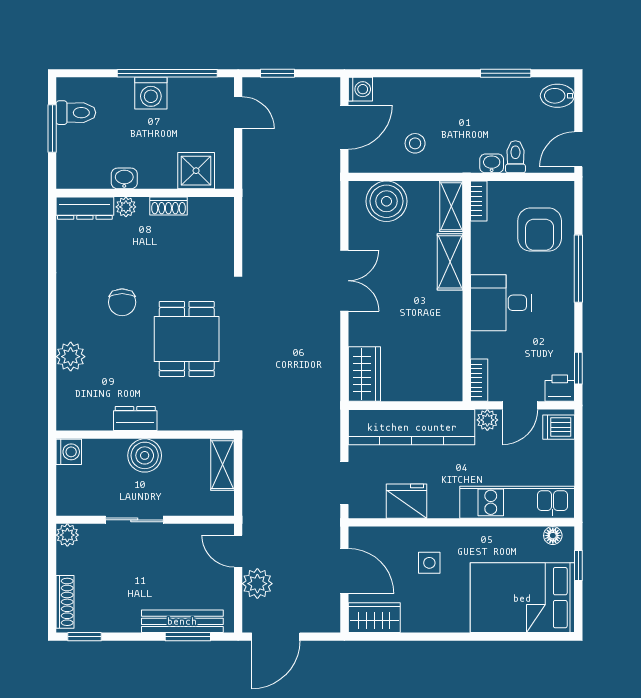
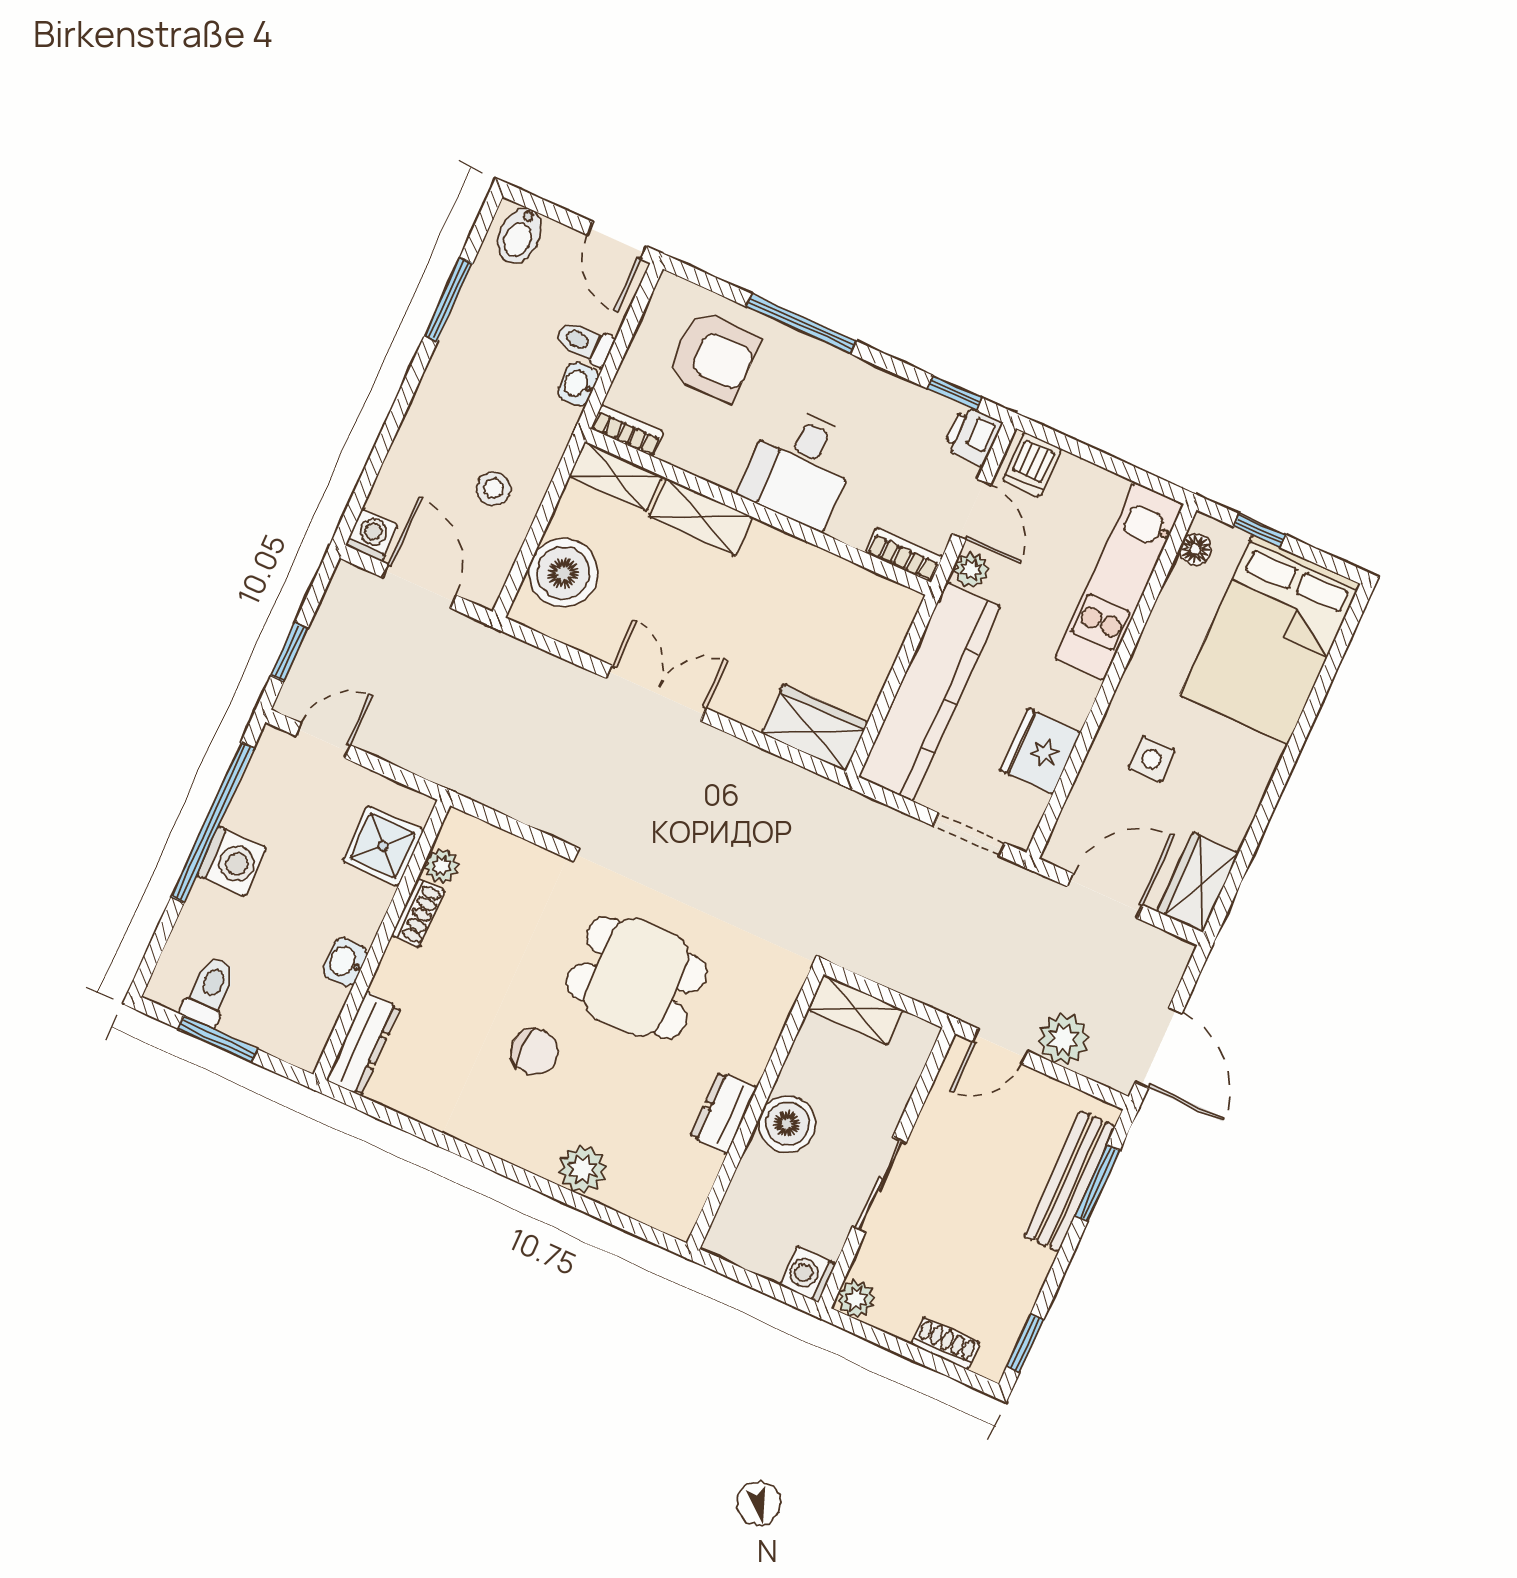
plant: (126, 207) -> (441, 866), moved
washing machine: (69, 452) -> (808, 1274), moved, turned -90
shoe rack: (65, 602) -> (946, 1343), width x0.70

